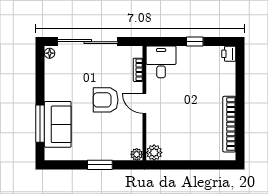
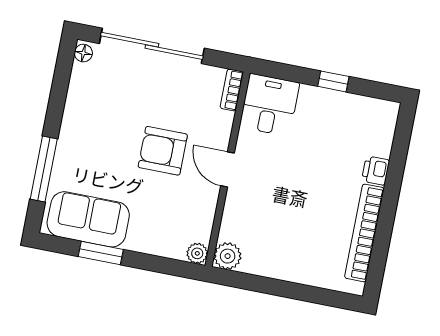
printer: (229, 54) -> (376, 171), moved
bookcase: (138, 70) -> (232, 90), moved
sofa: (58, 124) -> (88, 219), moved, turned -90
window: (100, 165) -> (101, 253), moved

